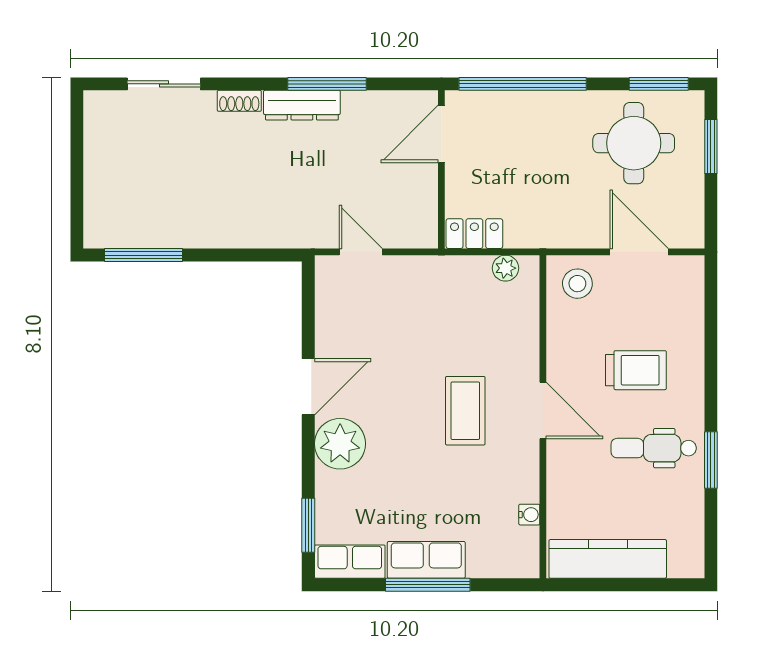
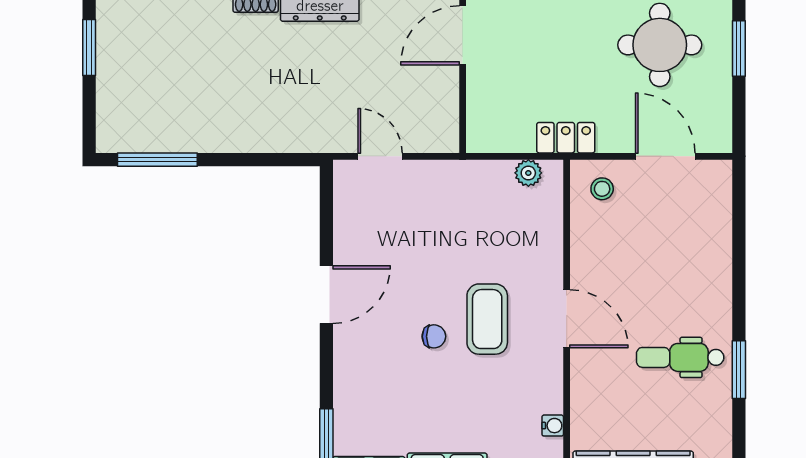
window: (77, 146) -> (89, 47), added
locker: (474, 234) -> (566, 138), moved
stool: (577, 284) -> (602, 189), width x0.73, depth x0.73
trolley: (636, 370) -> (662, 278), removed
chair: (413, 428) -> (434, 336), added
plant: (340, 444) -> (359, 353), removed

